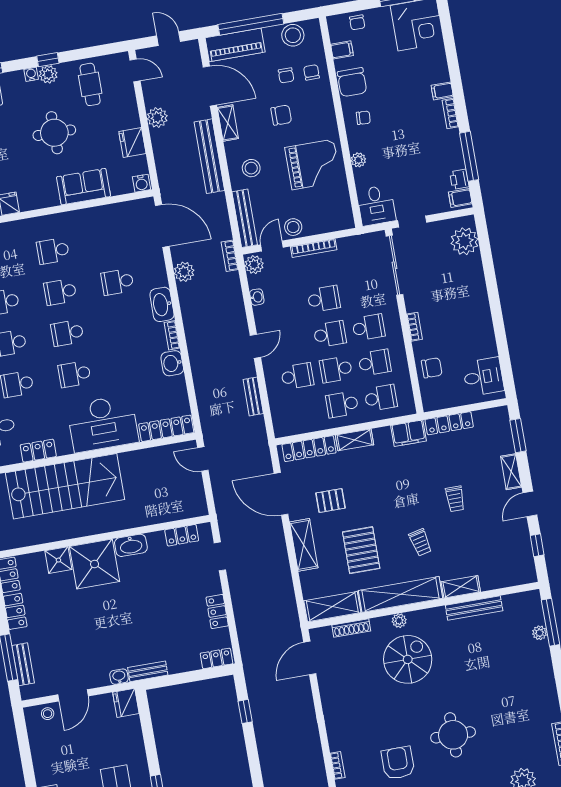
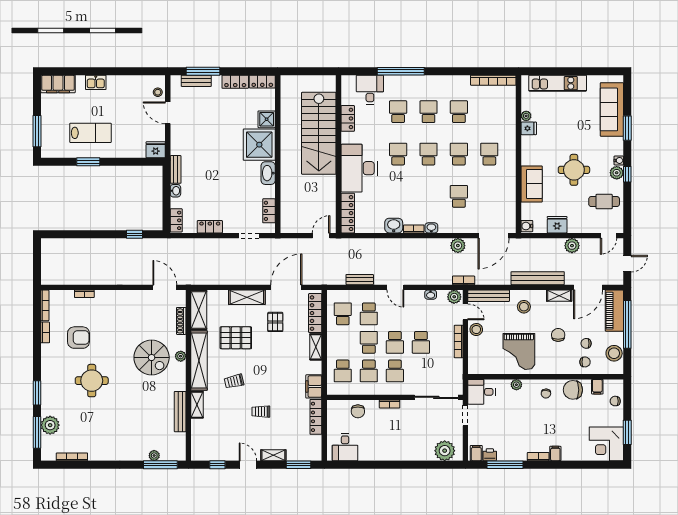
chair: (281, 115) -> (558, 335), turned 180
washbasin: (162, 304) -> (431, 228), width x0.52, depth x0.69
school desk: (342, 404) -> (343, 314), moved
washbasin: (119, 677) -> (175, 191), moved

